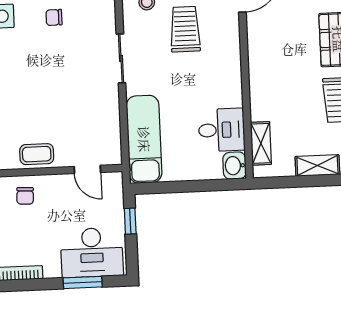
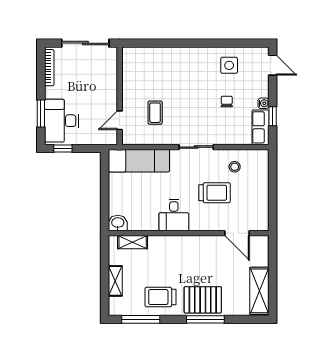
desk: (222, 130) -> (174, 215), moved
coffee table: (37, 154) -> (155, 113), moved
chair: (25, 196) -> (103, 76), removed
window: (130, 221) -> (63, 149), moved

